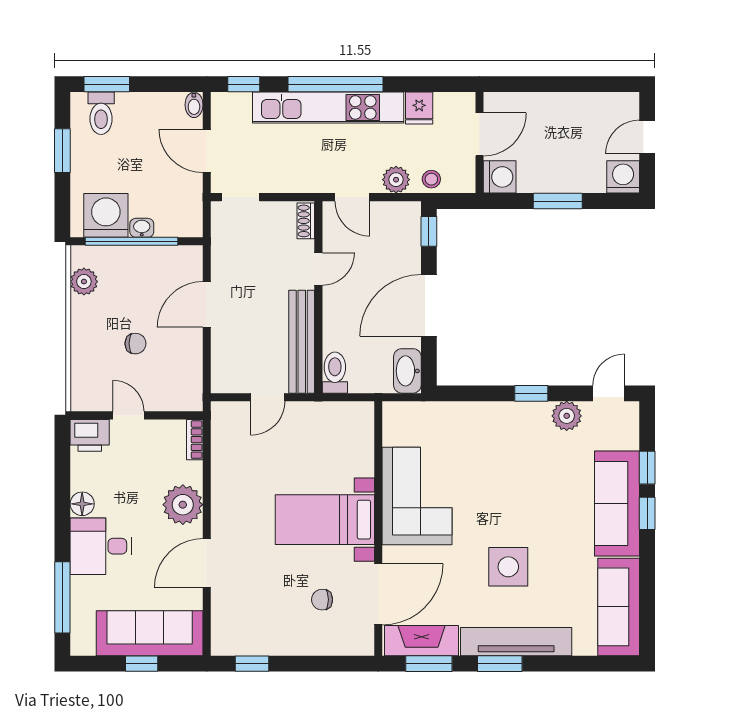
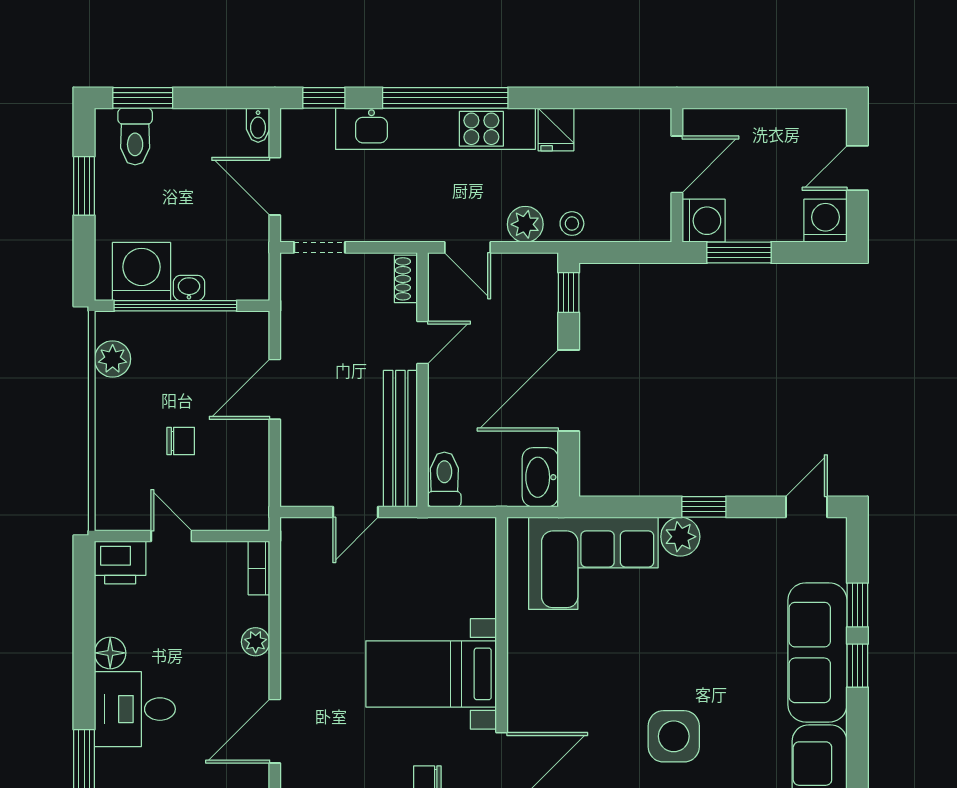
door: (479, 134) -> (677, 164), moved
wall: (479, 143) -> (677, 175), moved
washing machine: (500, 177) -> (704, 221), moved
plant: (567, 416) -> (680, 537), moved
corner sofa: (417, 496) -> (593, 563), moved, turned 90
plant: (183, 505) -> (256, 642), width x0.53, depth x0.53

